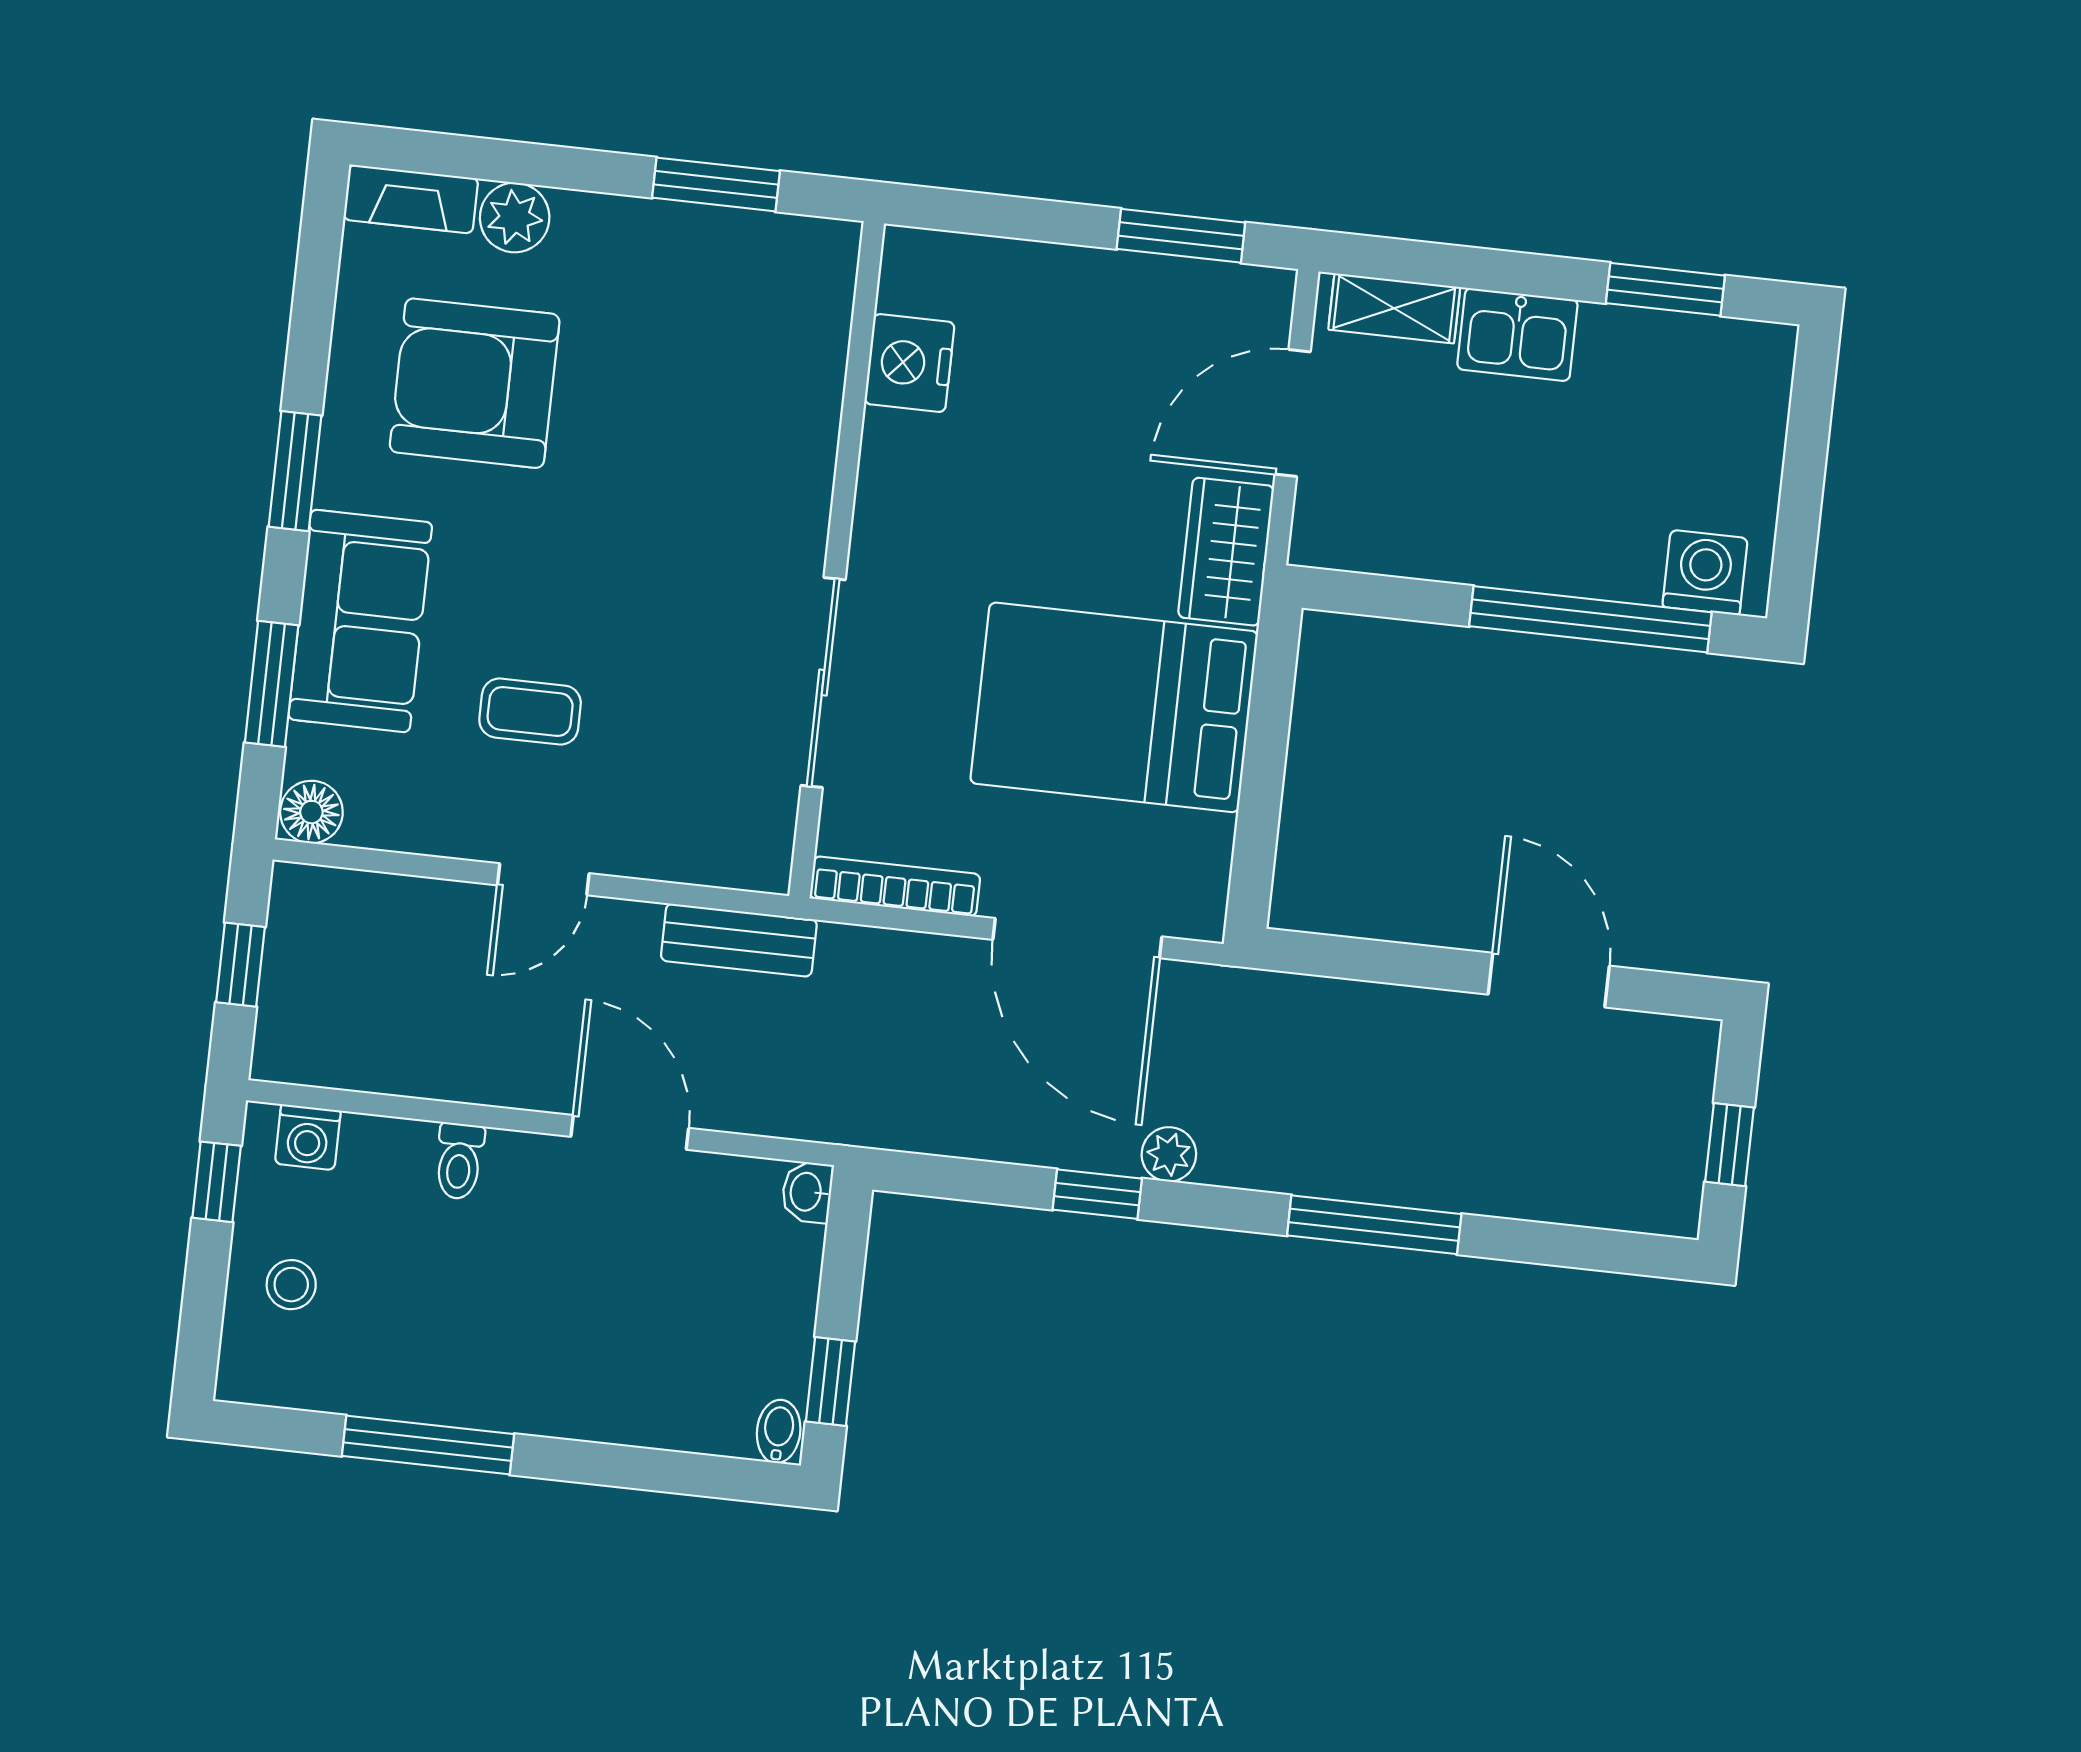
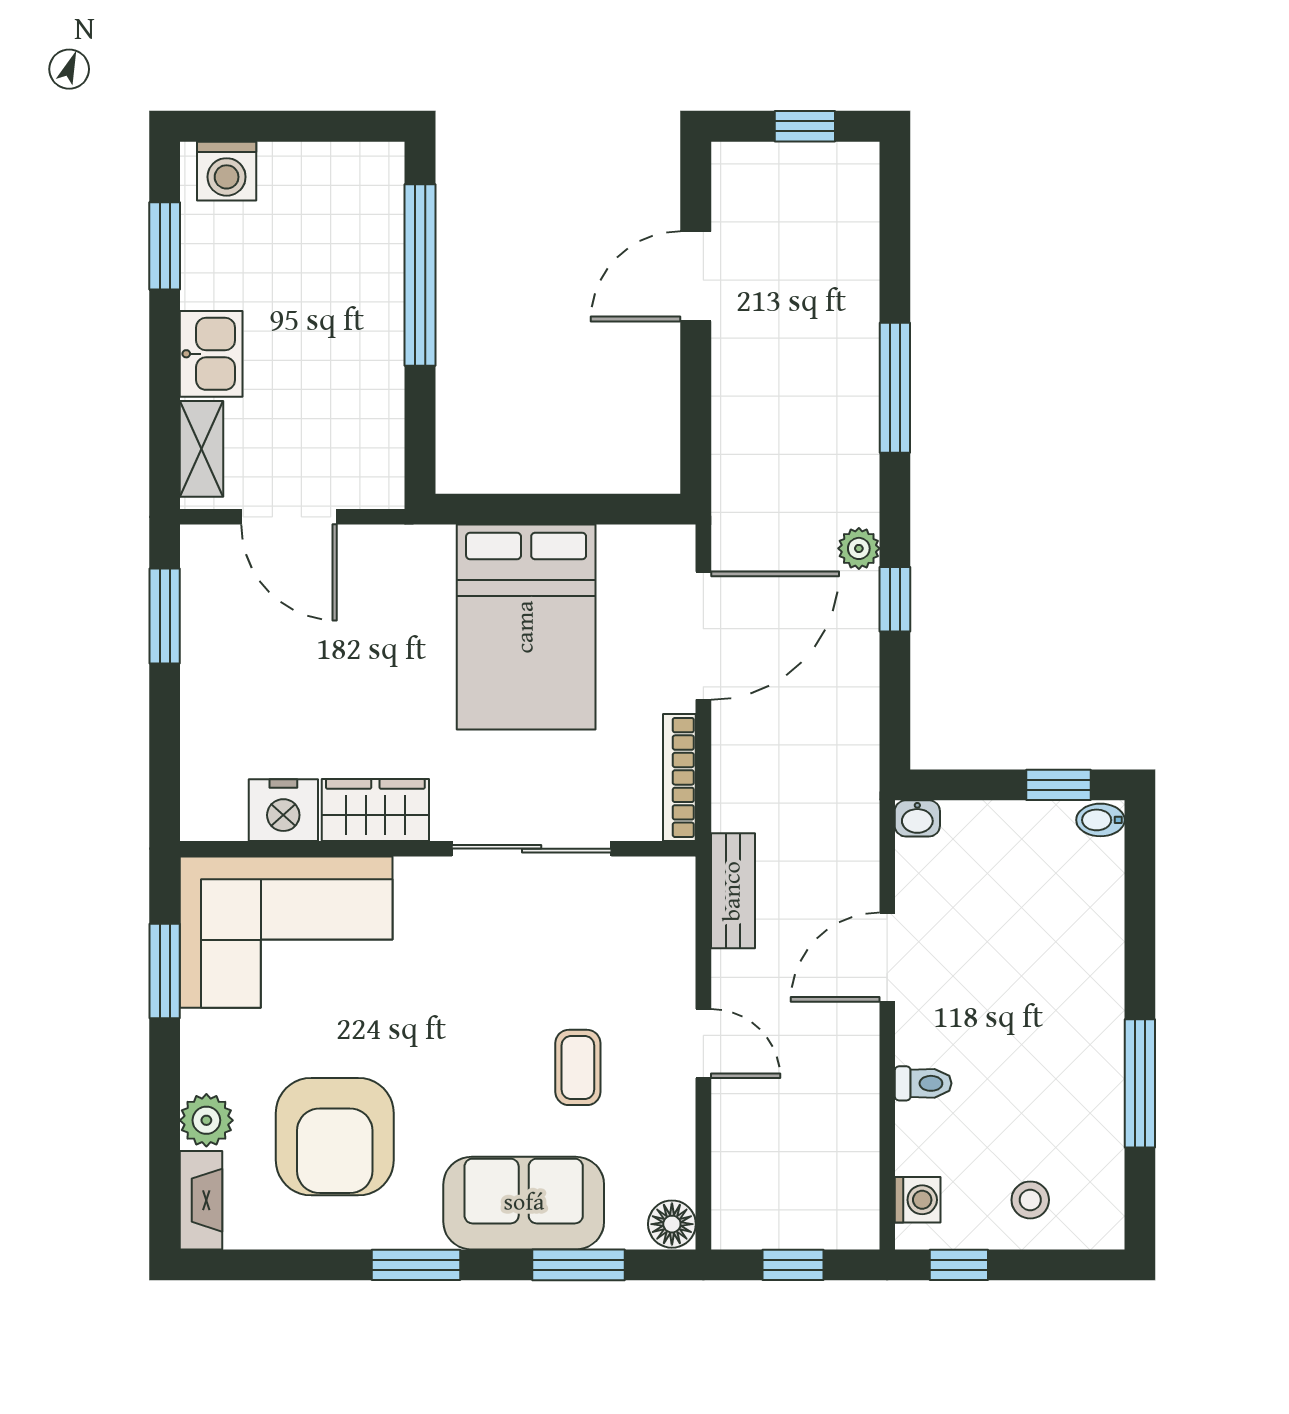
corner sofa: (749, 349) -> (286, 932), added
wardrobe: (1226, 552) -> (375, 810), moved, turned 180
washing machine: (1705, 573) -> (227, 171), moved, turned -90

